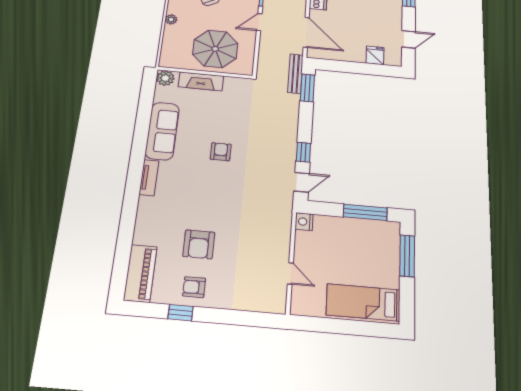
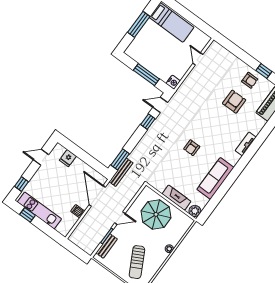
tv unit: (149, 178) -> (246, 144), moved
window: (365, 212) -> (146, 75), moved
window: (407, 256) -> (139, 24), moved

